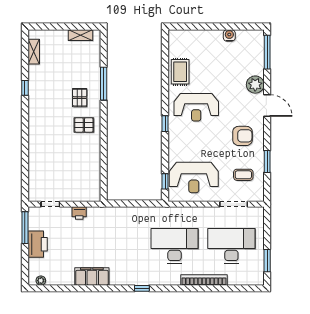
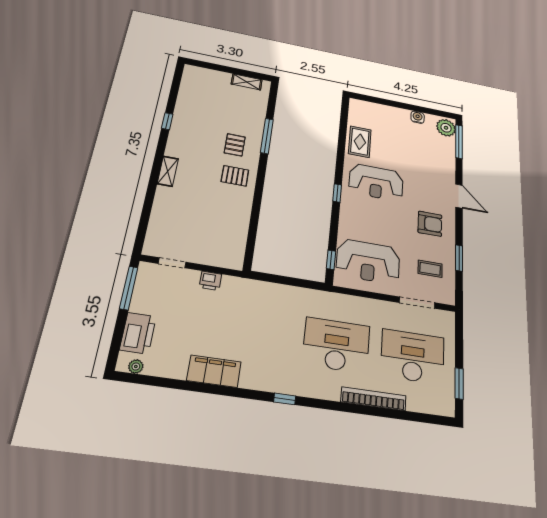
shelving: (34, 52) -> (168, 171), moved
plant: (255, 85) -> (446, 128), moved
printer: (38, 244) -> (138, 333), moved

